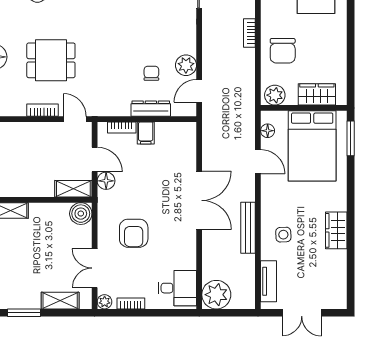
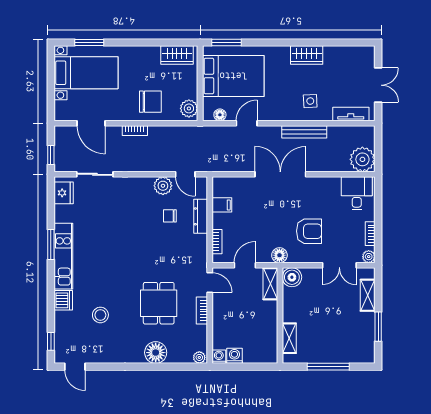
wardrobe: (317, 94) -> (177, 55), moved, turned -90
door: (75, 119) -> (210, 282), swing flipped
filing cabinet: (146, 133) -> (222, 205), moved
floor lamp: (106, 181) -> (279, 255), moved

